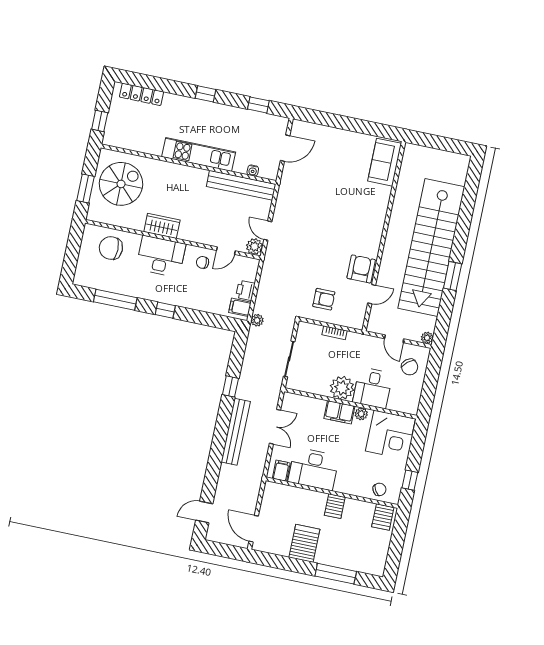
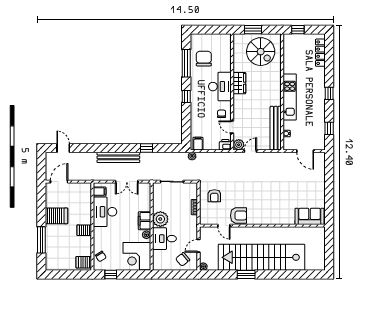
chair: (111, 248) -> (204, 59), moved
printer: (245, 290) -> (225, 145), moved

